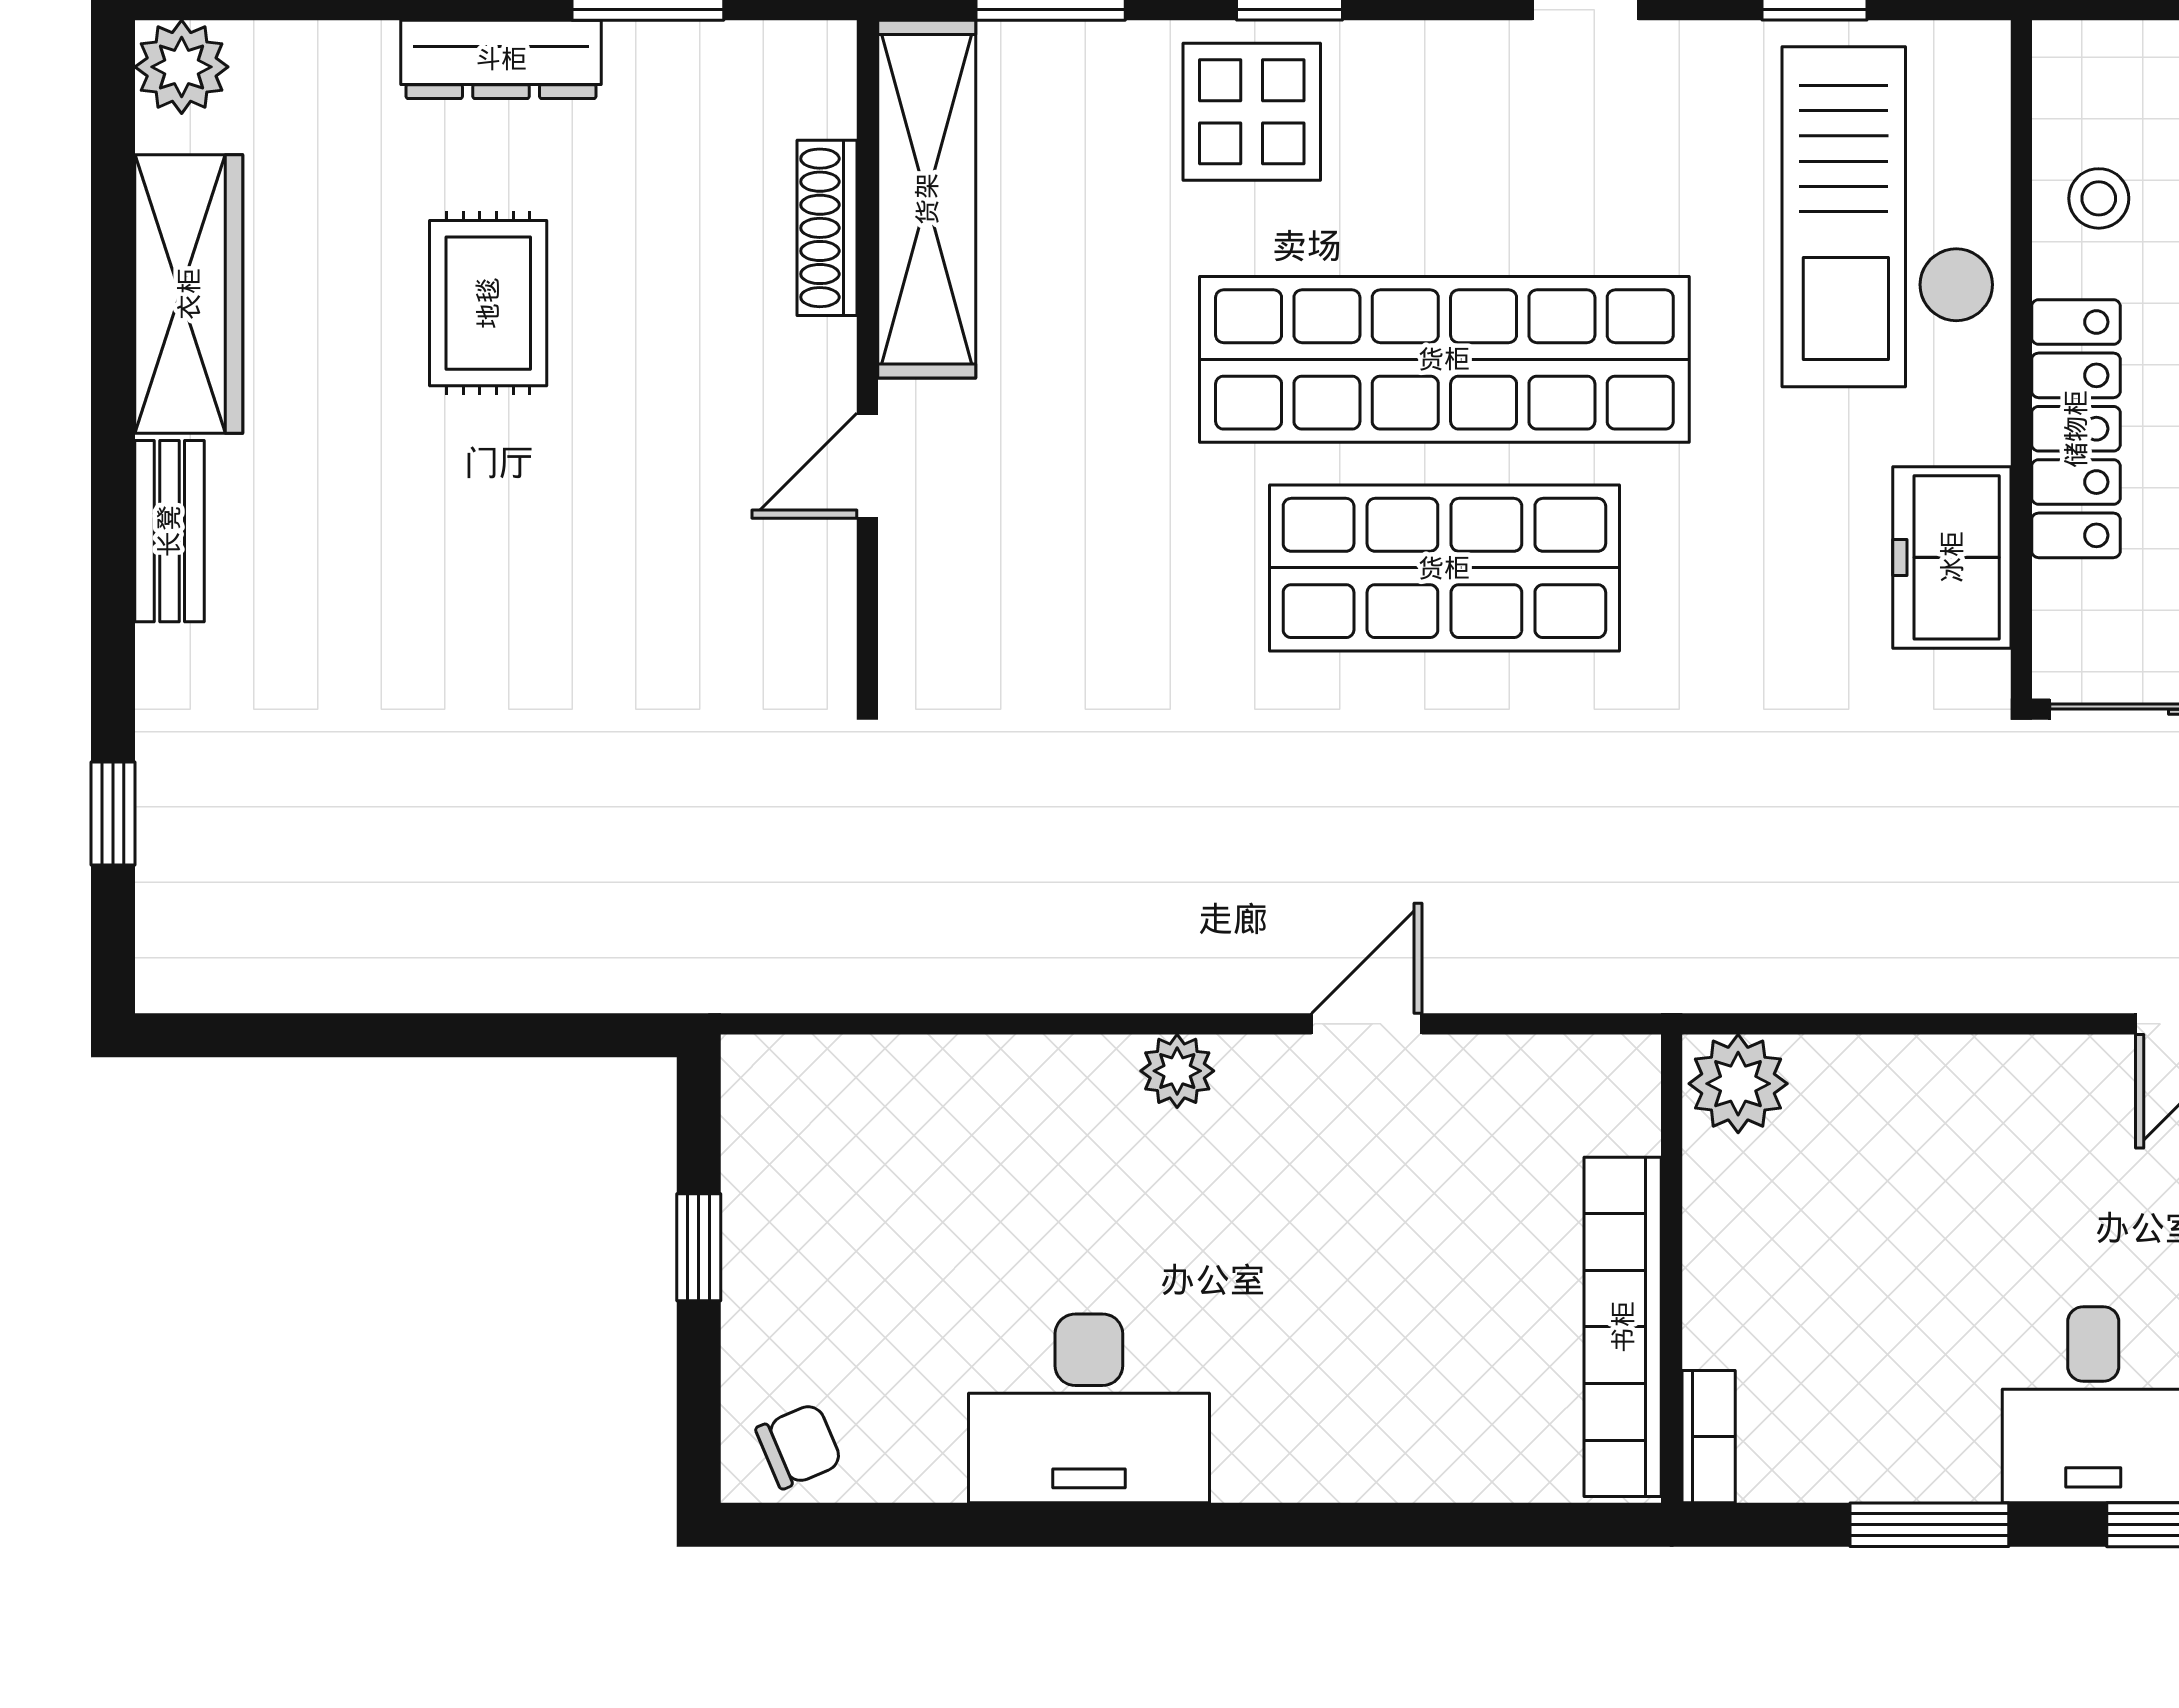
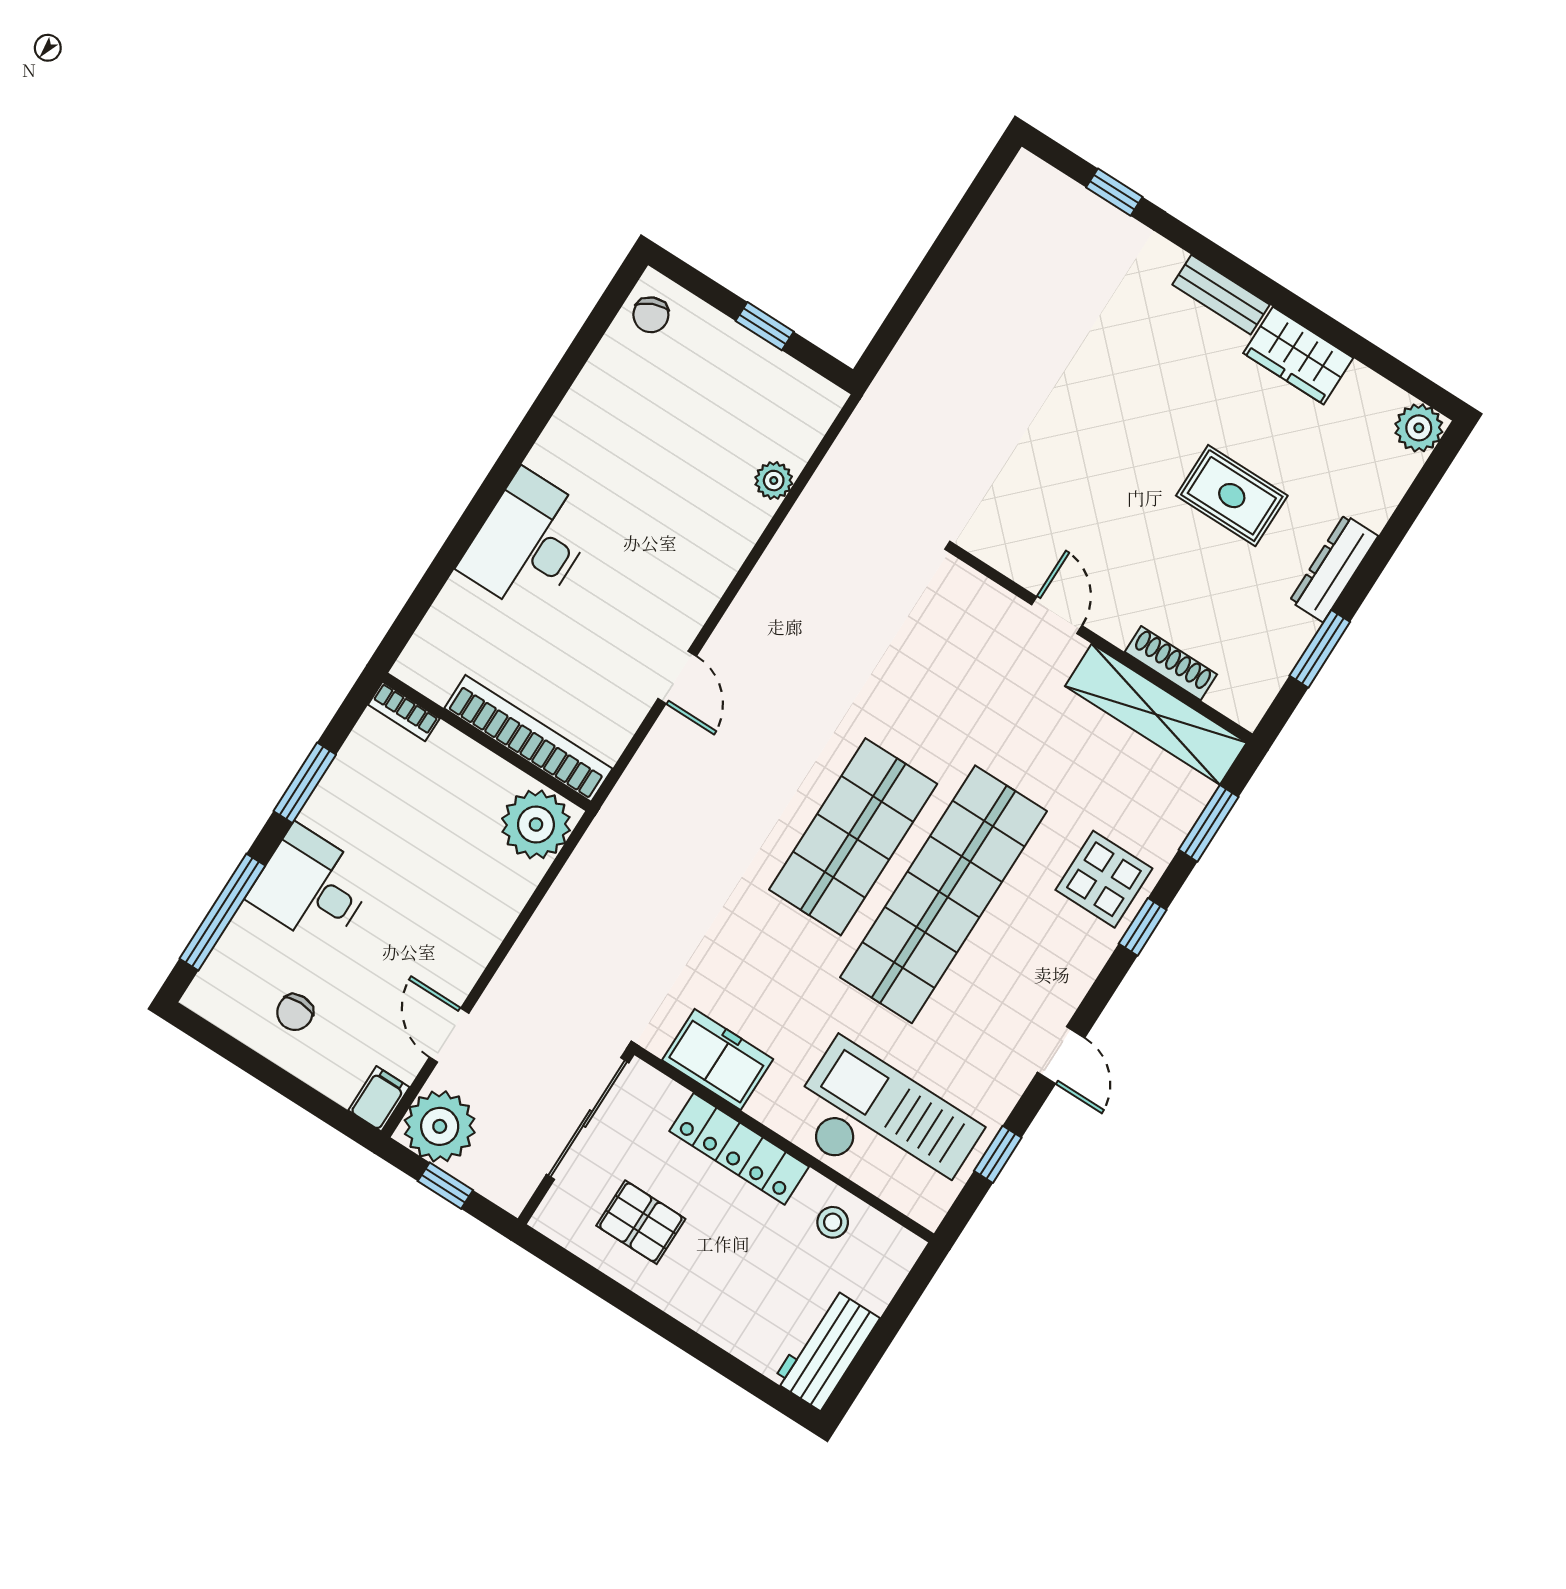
wardrobe: (189, 294) -> (1298, 356), width x0.67
plant: (1177, 1071) -> (774, 481), moved
plant: (1738, 1084) -> (536, 824), width x1.36, depth x1.36
bookcase: (1623, 1327) -> (528, 738), moved
desk: (1089, 1408) -> (529, 543), moved

